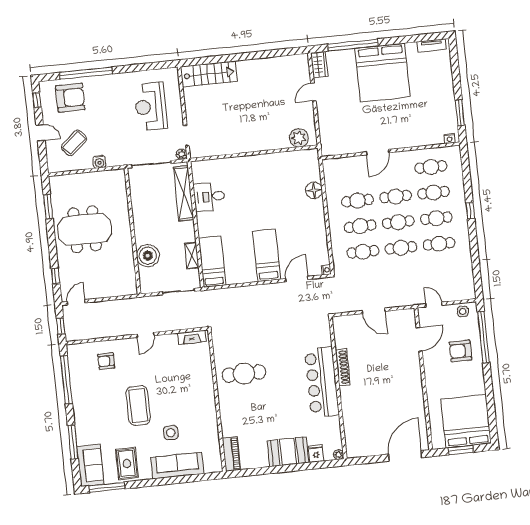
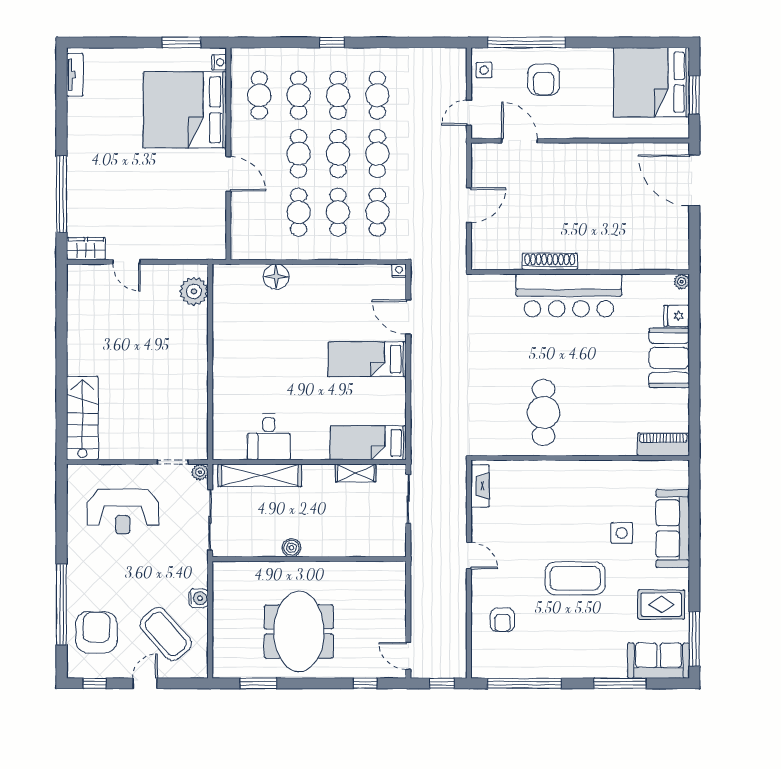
bed: (382, 73) -> (185, 110), moved, turned 180
coffee table: (74, 143) -> (166, 634), width x1.36, depth x1.32
boiler: (148, 256) -> (291, 548), moved, width x0.54, depth x0.54

